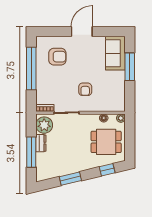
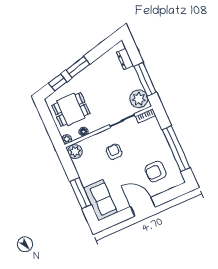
door: (82, 31) -> (143, 207), swing flipped
plant: (119, 104) -> (75, 152), added
dresser: (41, 143) -> (125, 59), moved
window: (31, 152) -> (145, 79), moved
window: (70, 179) -> (78, 67), moved

